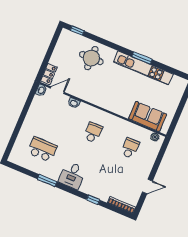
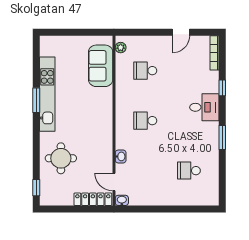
locker: (49, 74) -> (93, 199), width x1.53
school desk: (42, 149) -> (189, 171), width x0.54
desk: (72, 175) -> (204, 107), moved
window: (47, 180) -> (222, 137), moved
door: (147, 186) -> (181, 32), swing flipped

